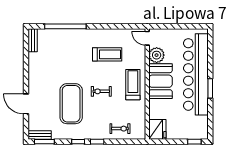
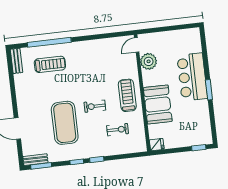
door: (147, 38) -> (137, 45), hinge flipped
treadmill: (107, 54) -> (50, 64), moved
bar counter: (196, 74) -> (192, 77), width x0.54
booth: (160, 81) -> (158, 104), moved
exercise bike: (120, 129) -> (118, 130), moved
fridge: (157, 129) -> (157, 145), width x0.53, depth x0.75

